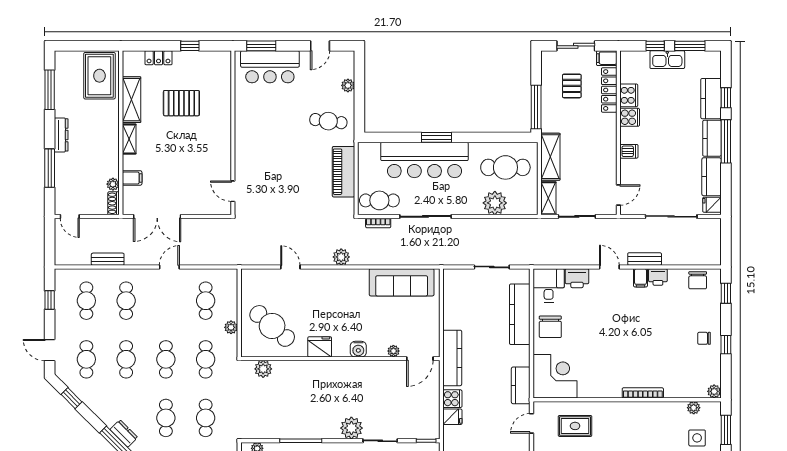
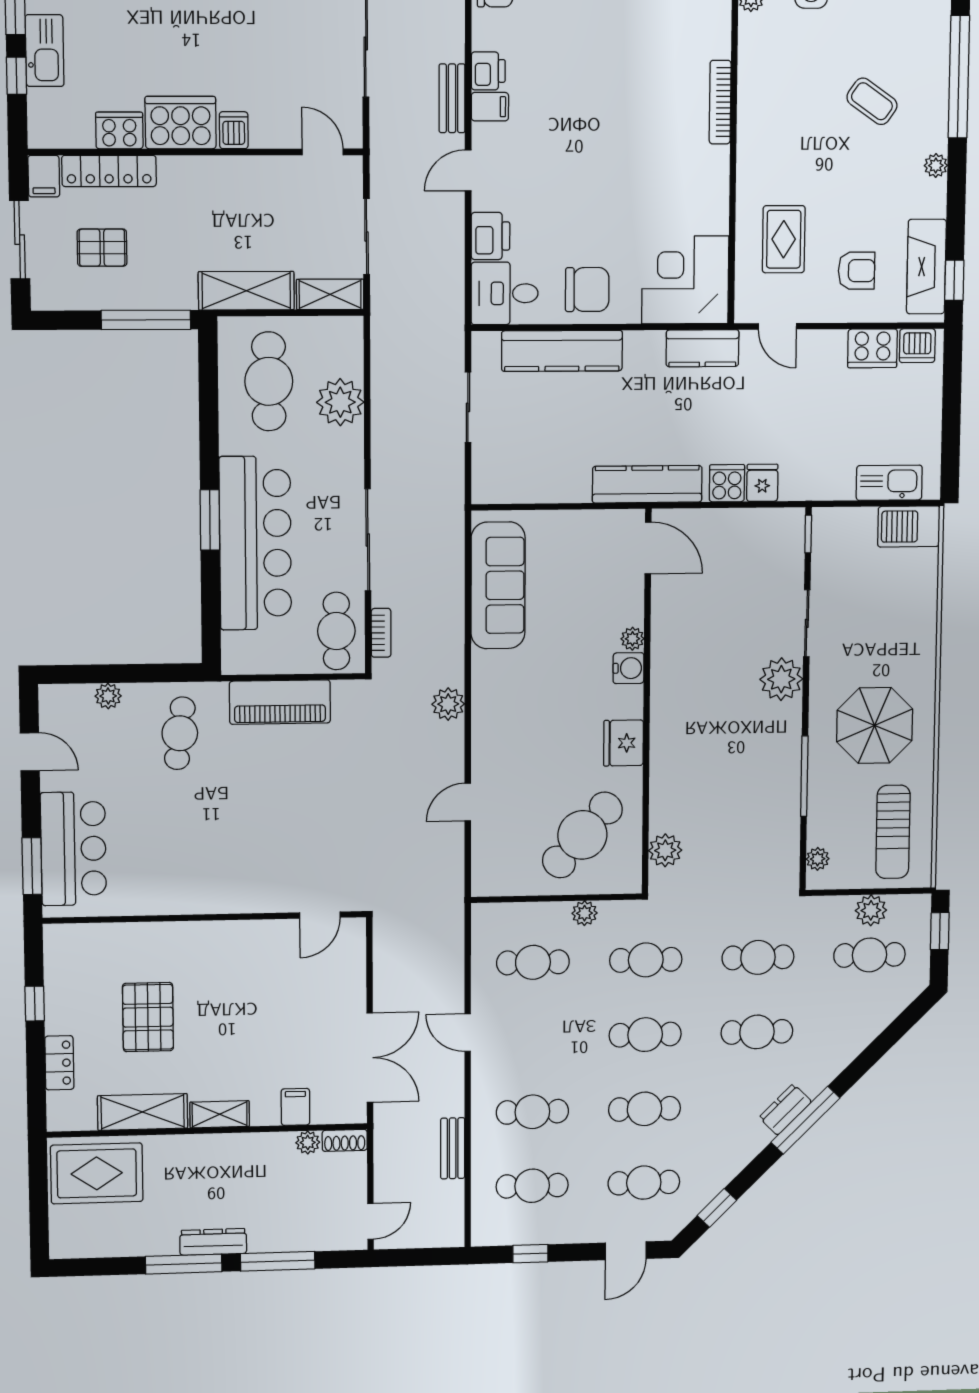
window: (50, 90) -> (184, 1264), moved
cooker: (630, 117) -> (181, 123), width x1.87, depth x1.31
plant: (393, 351) -> (632, 639), moved

